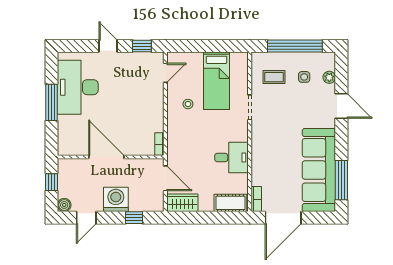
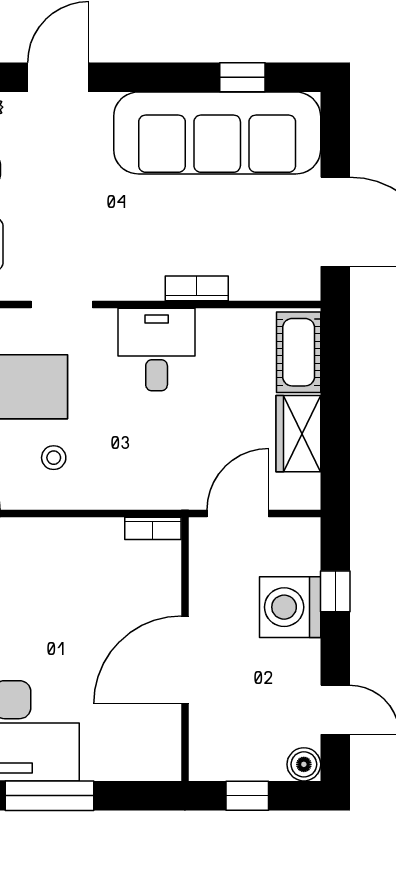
desk: (232, 158) -> (157, 350), moved
window: (341, 180) -> (242, 77), width x0.46
washing machine: (116, 199) -> (290, 607), moved
bookcase: (256, 199) -> (197, 288), moved
wardrobe: (182, 203) -> (298, 434), moved

